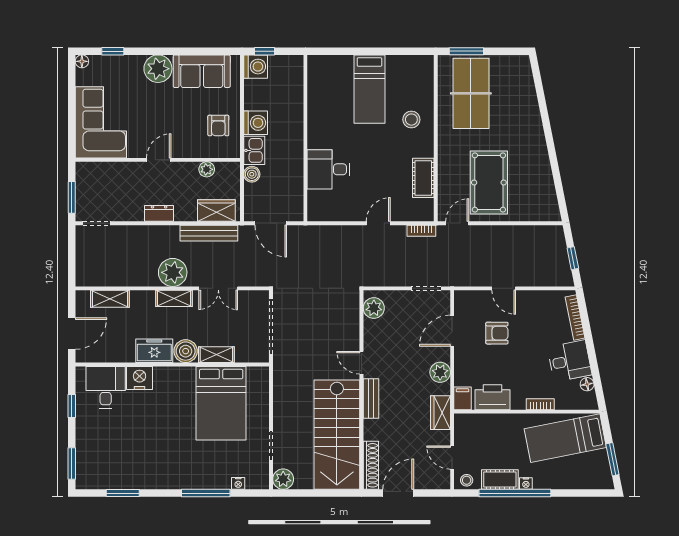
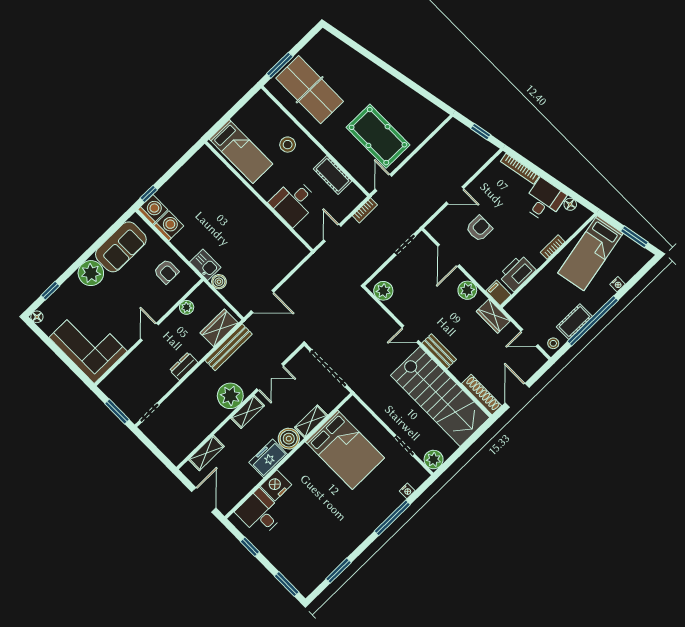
washing machine: (256, 123) -> (169, 226), moved
wall: (305, 138) -> (259, 196), moved
desk: (328, 169) -> (294, 202), moved
nightstand: (526, 483) -> (618, 284), moved

